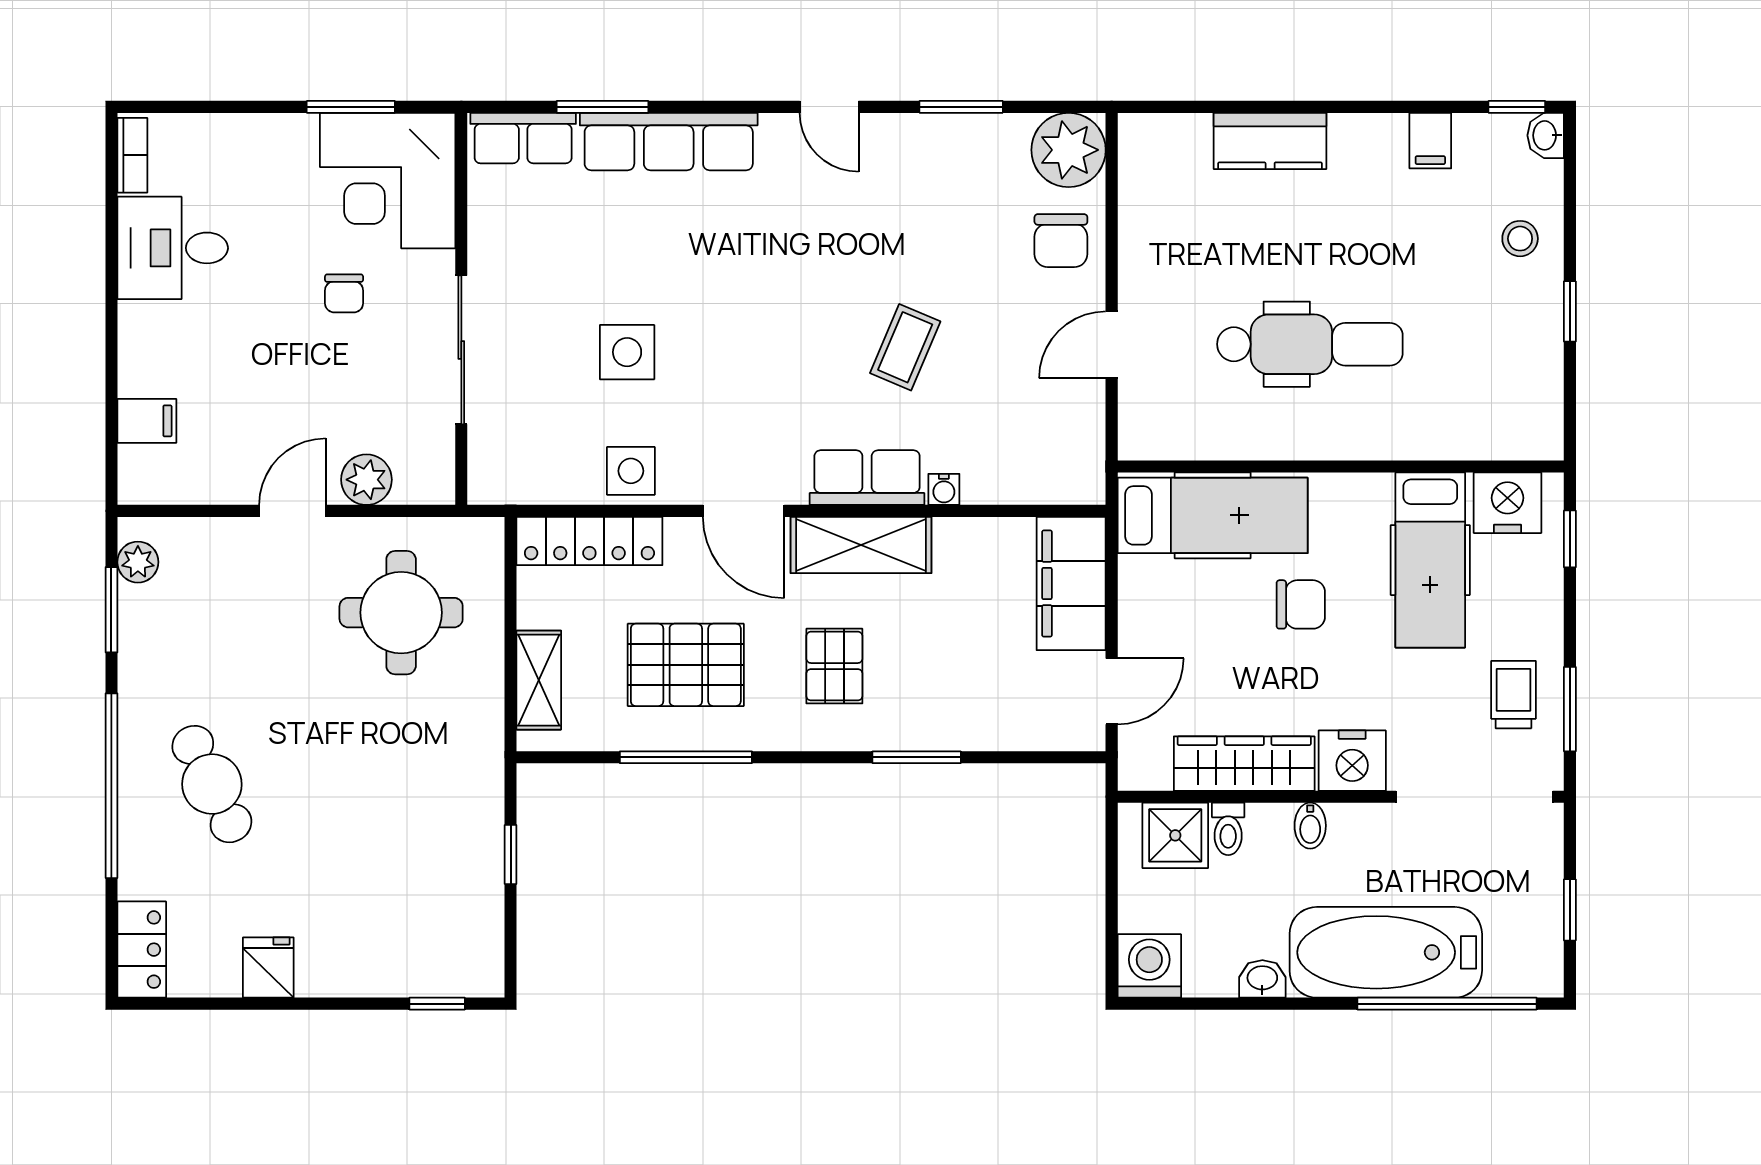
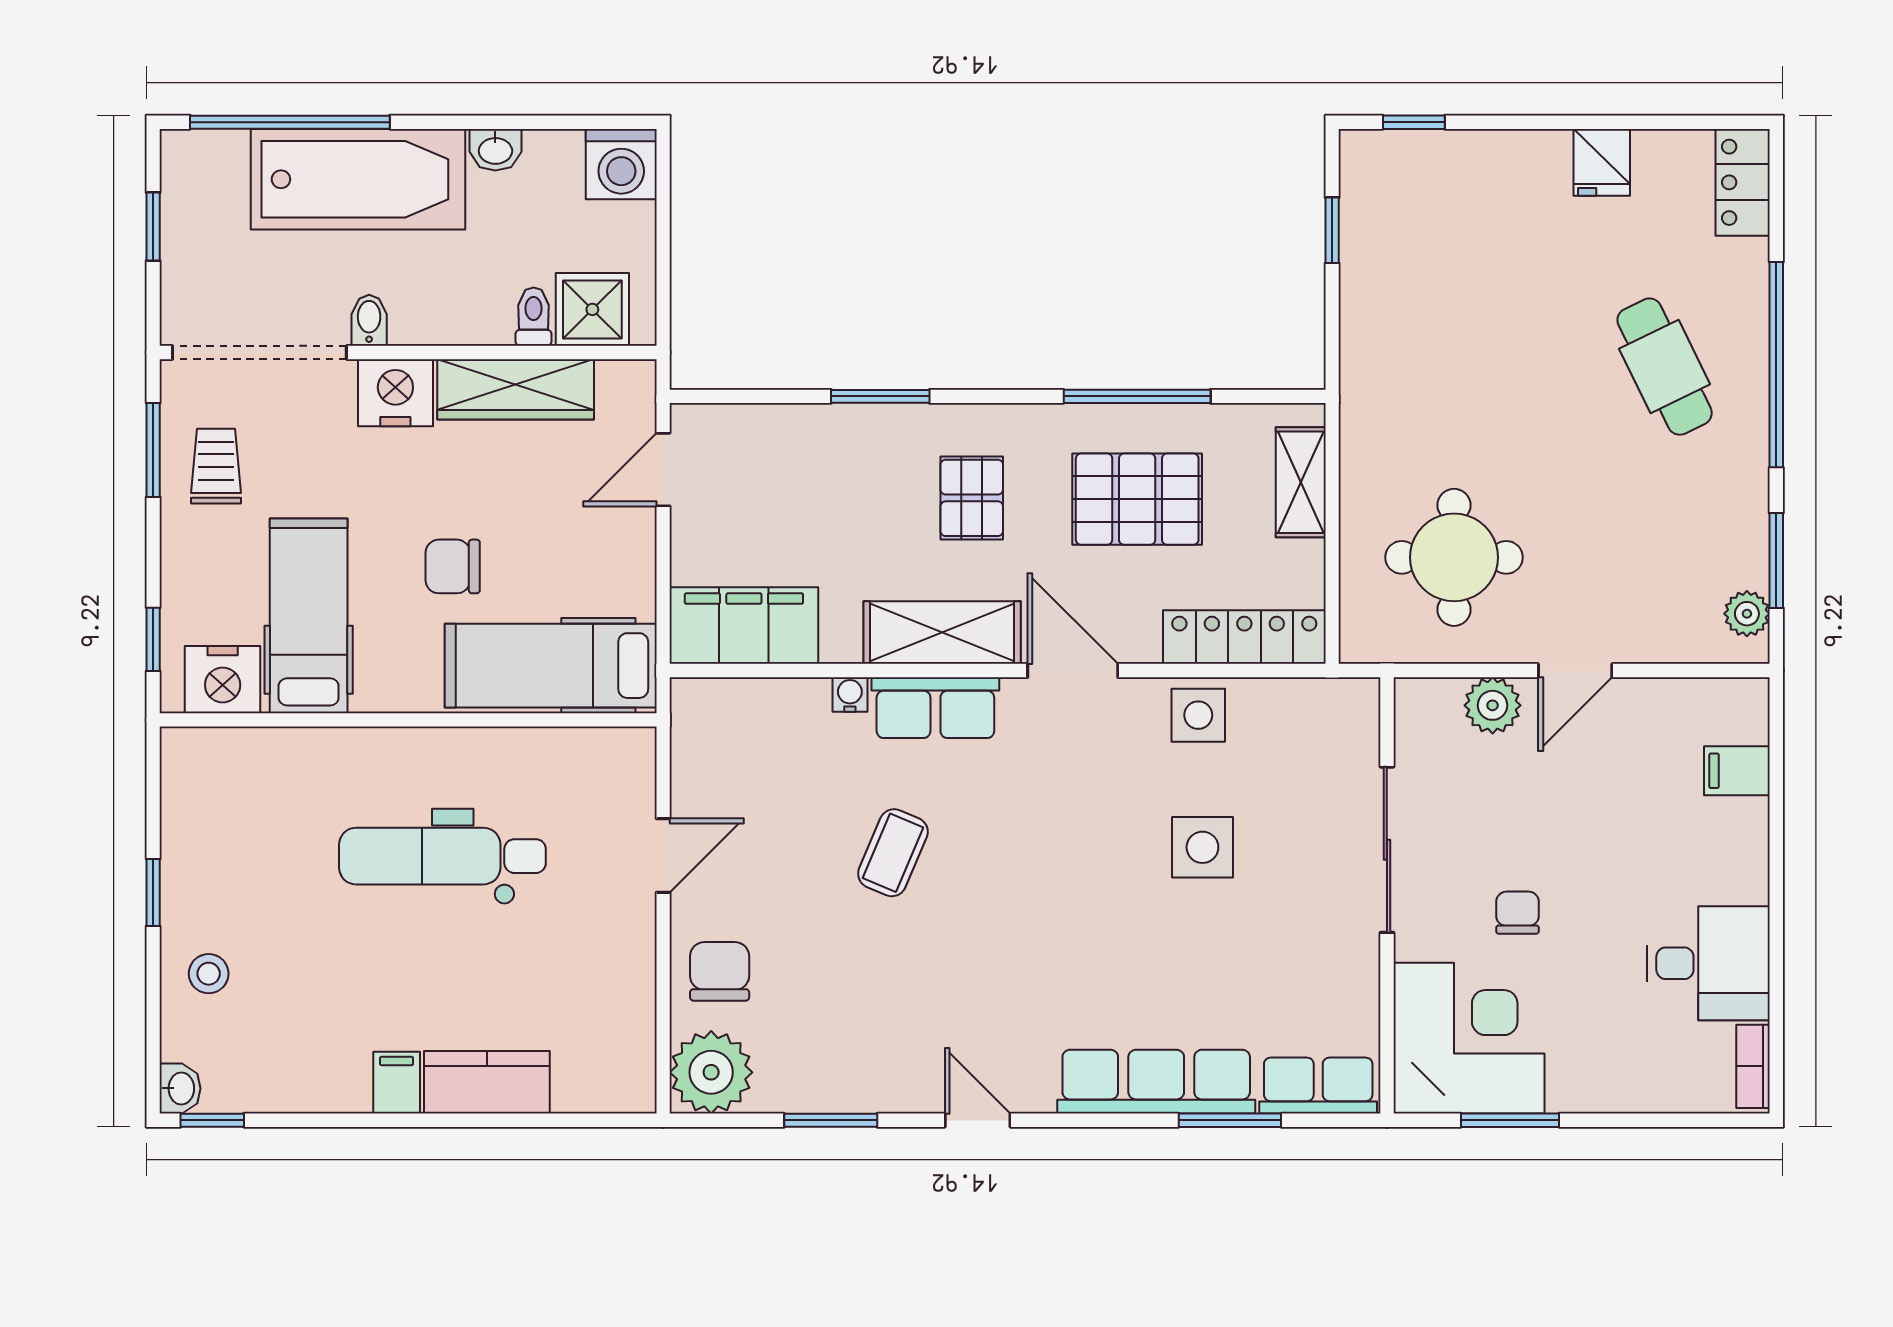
filing cabinet: (1430, 141) -> (397, 1083), moved
filing cabinet: (1071, 584) -> (744, 625), moved, turned -90
trolley: (1513, 695) -> (216, 466), turned 180
bidet: (1310, 826) -> (369, 320), moved
window: (511, 855) -> (1332, 230), moved

